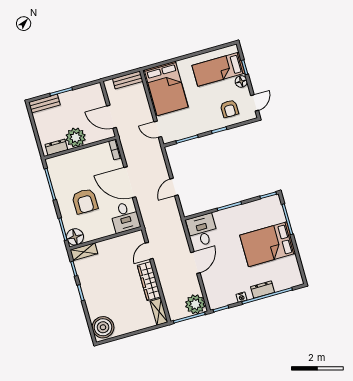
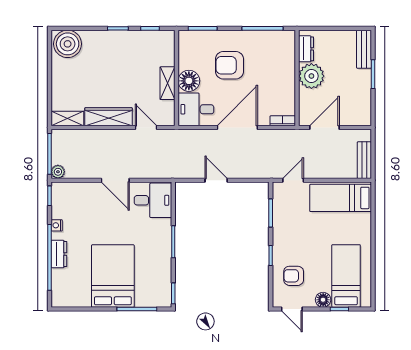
bed: (166, 88) -> (341, 198), width x0.67
floor lamp: (75, 237) -> (189, 81), moved
shelving: (84, 252) -> (168, 83), moved
plant: (195, 304) -> (58, 172), width x0.53, depth x0.53

